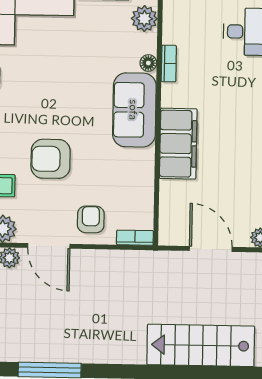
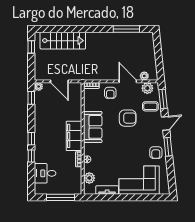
sofa: (134, 110) -> (93, 127), moved
filing cabinet: (178, 144) -> (74, 136), moved

